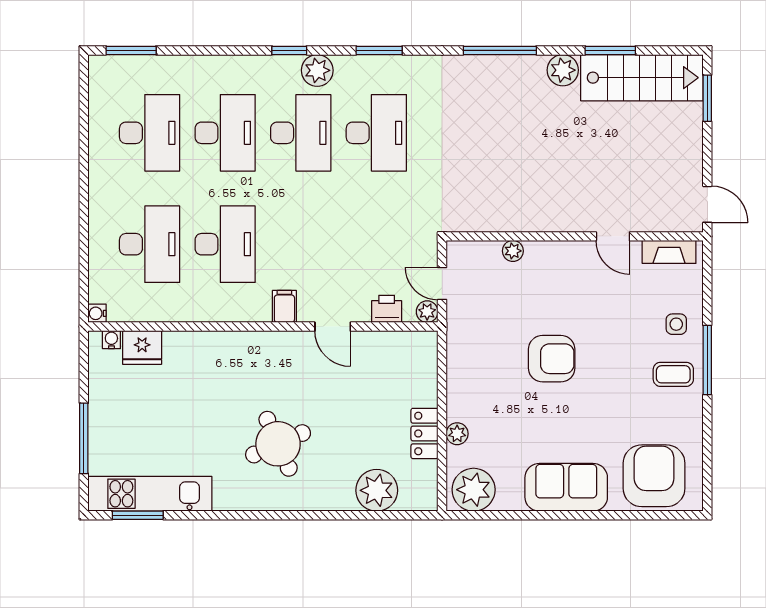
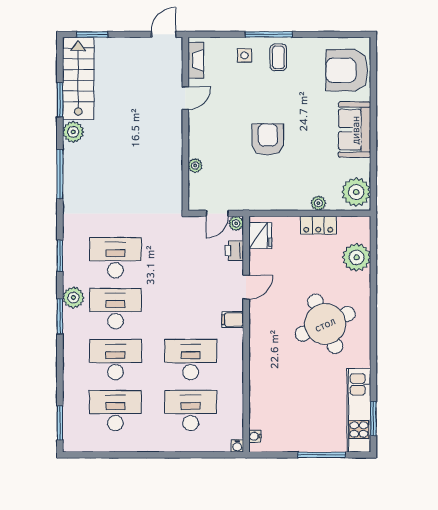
window: (289, 50) -> (60, 316), width x1.50
fridge: (142, 347) -> (260, 235), moved
round table: (278, 444) -> (325, 324), width x1.36, depth x1.36

